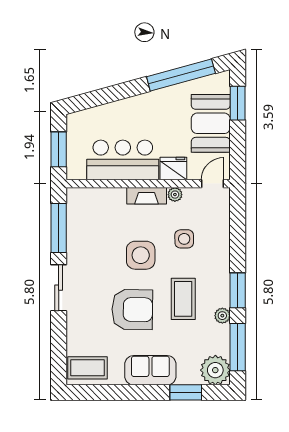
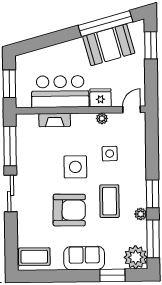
booth: (211, 123) -> (109, 45), moved, turned 75
fireplace: (147, 196) -> (55, 120), moved

